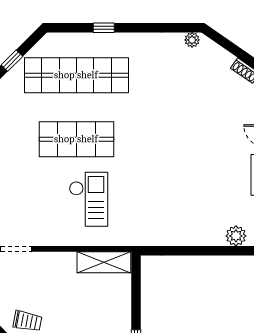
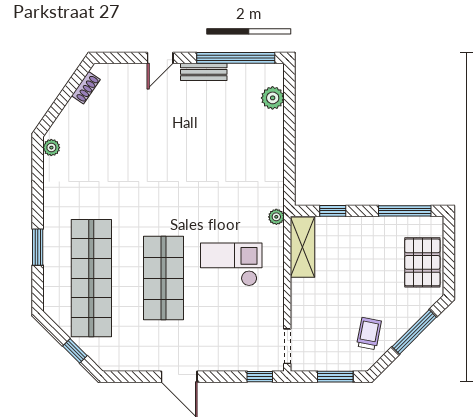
window: (104, 28) -> (38, 247), width x1.50
plant: (131, 239) -> (276, 217), added
window: (136, 289) -> (333, 211), added

